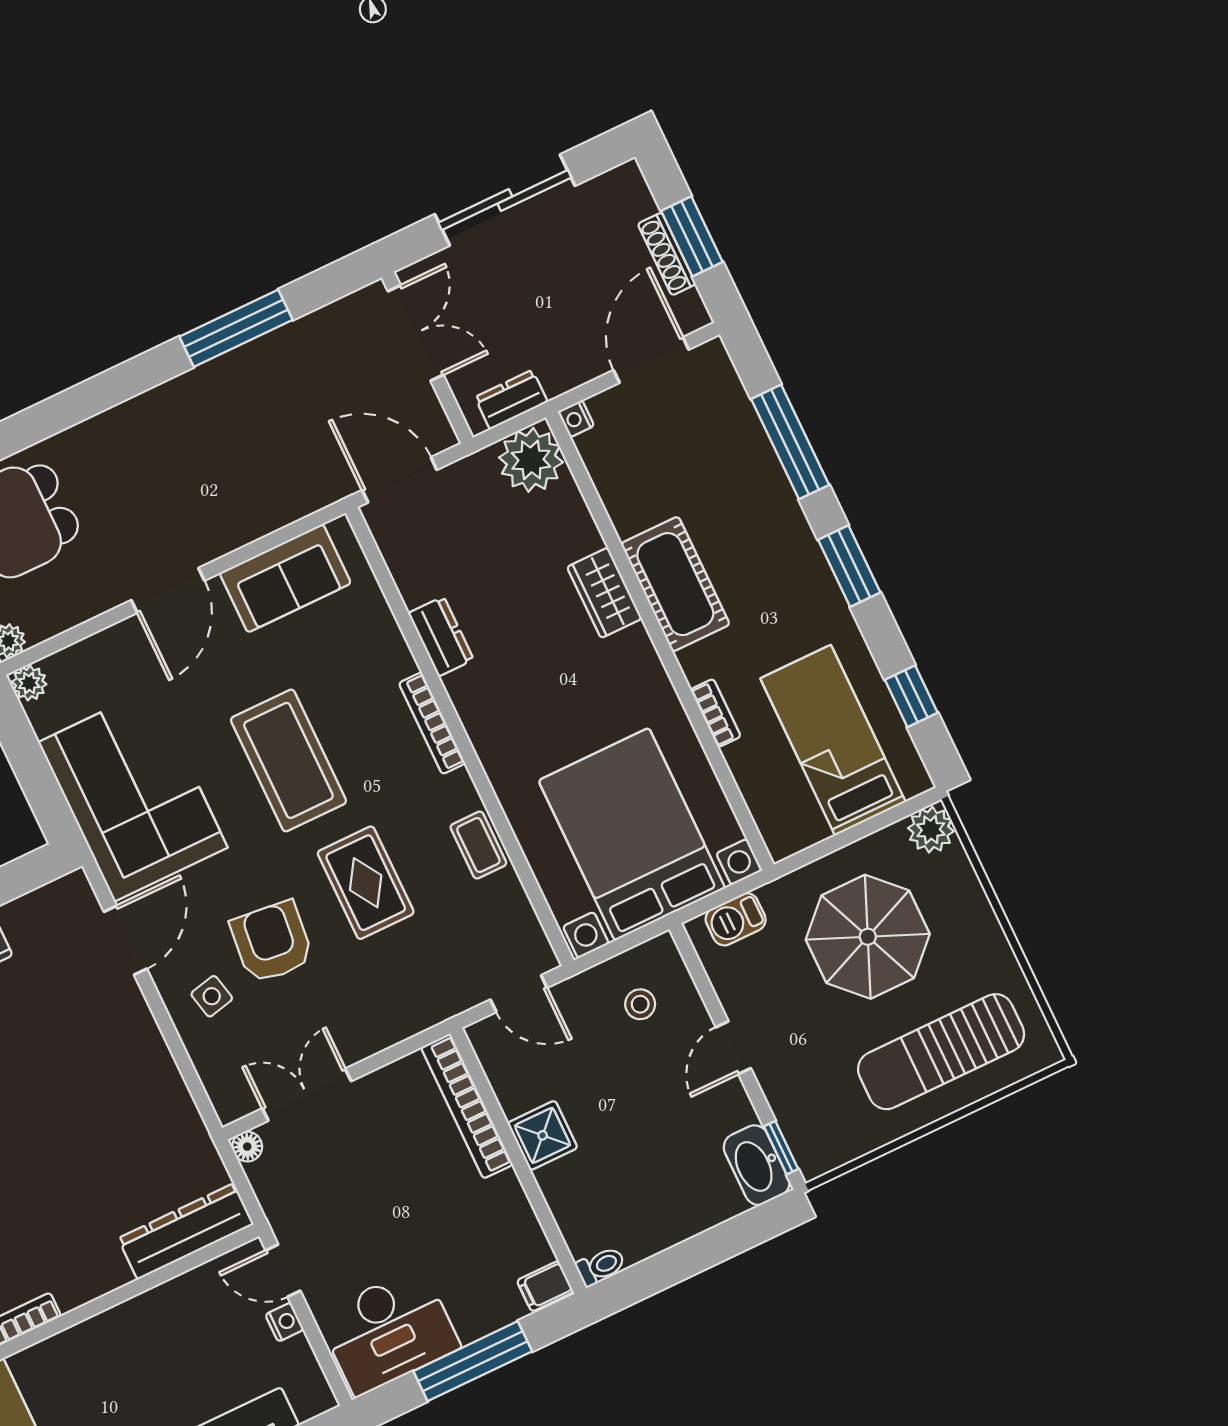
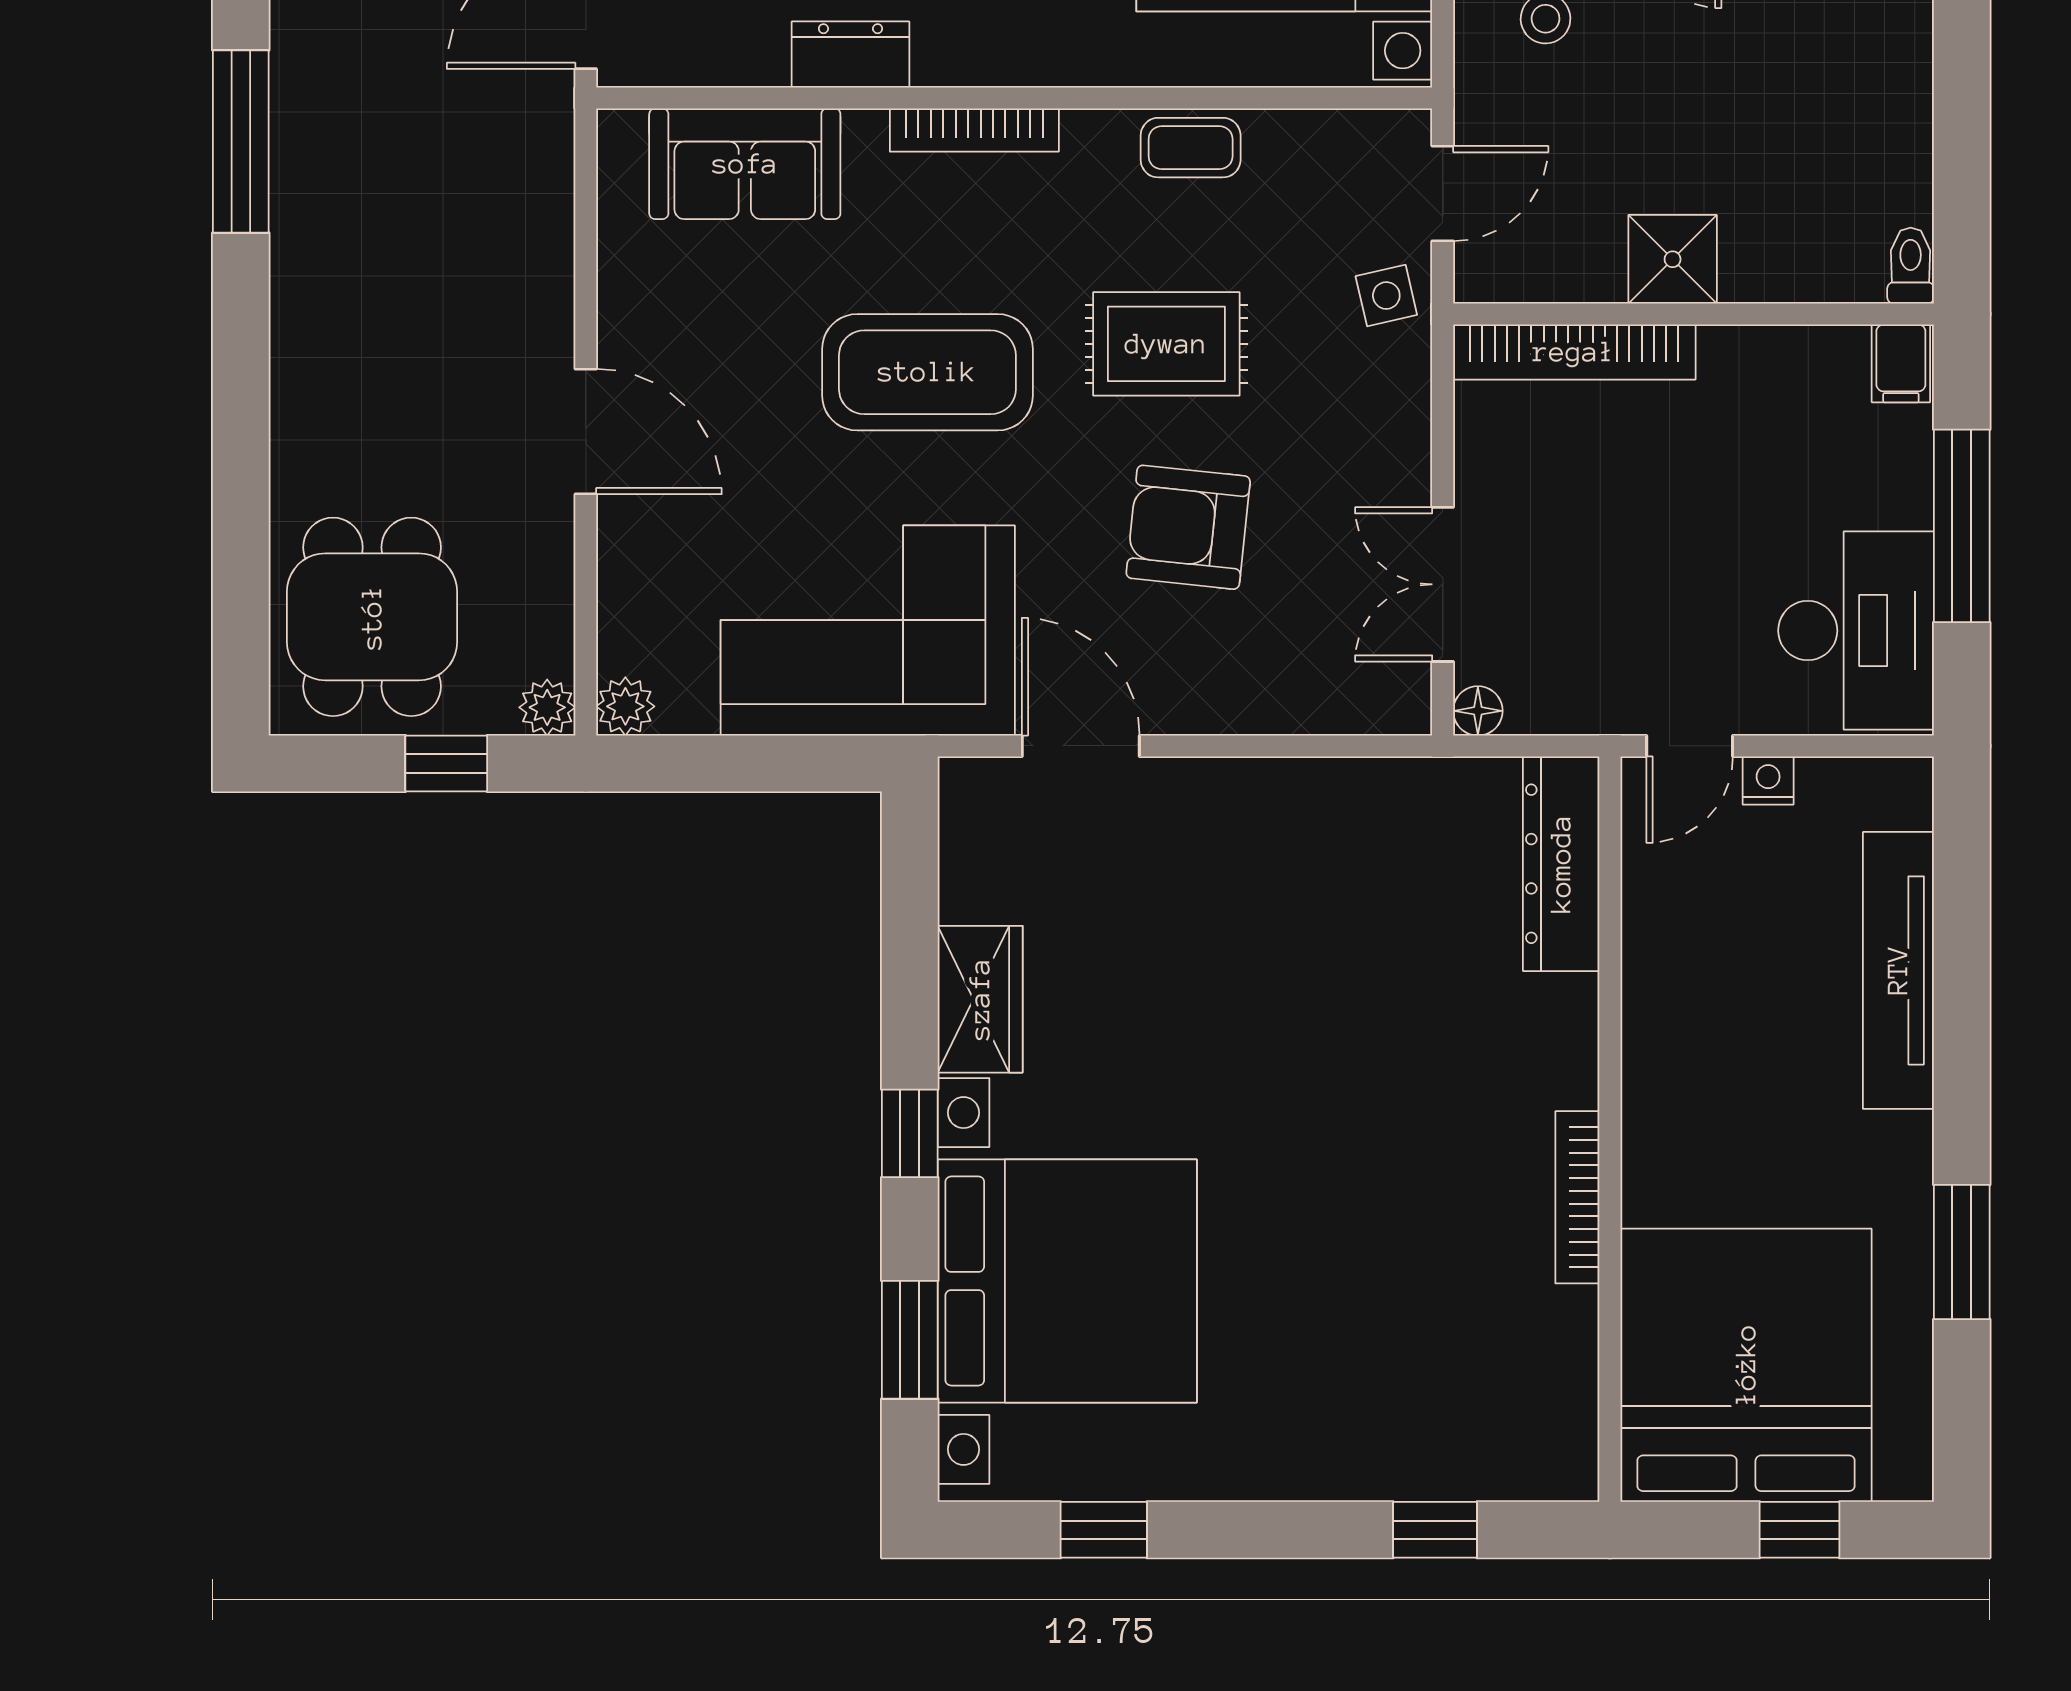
sofa: (285, 578) -> (745, 164), moved, turned 90
side table: (212, 996) -> (1386, 296), moved

